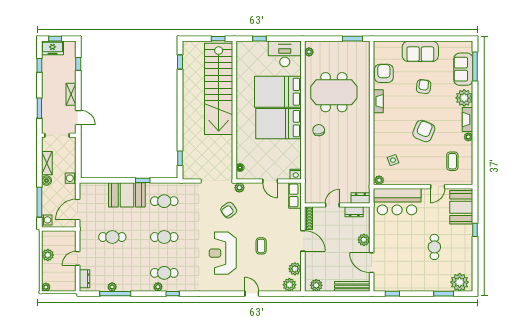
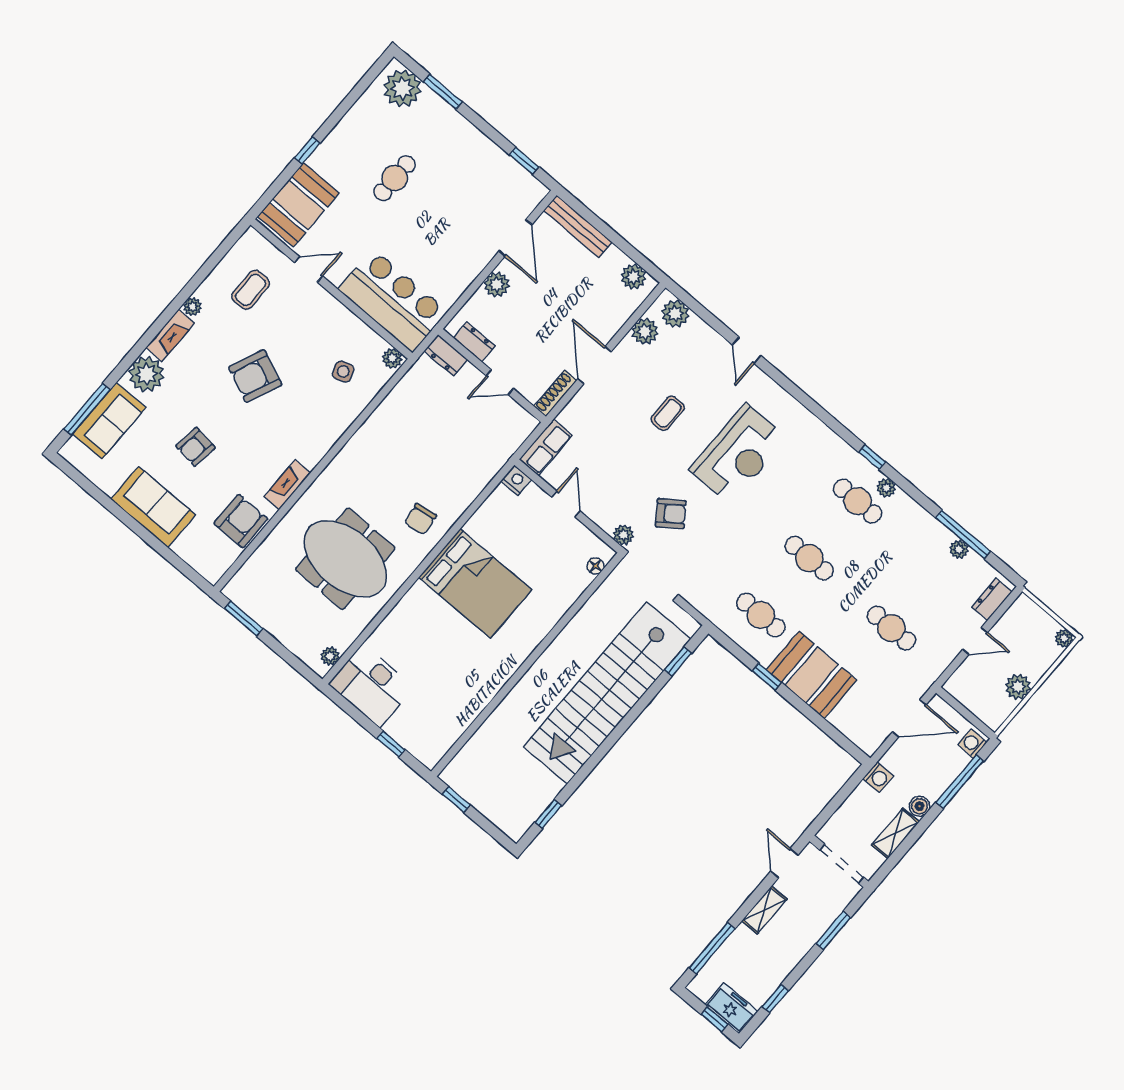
window: (78, 64) -> (712, 948), width x2.17
armchair: (384, 73) -> (241, 521), turned 180
stairs: (219, 89) -> (607, 693), moved, turned 180
bed: (278, 92) -> (433, 635), removed

